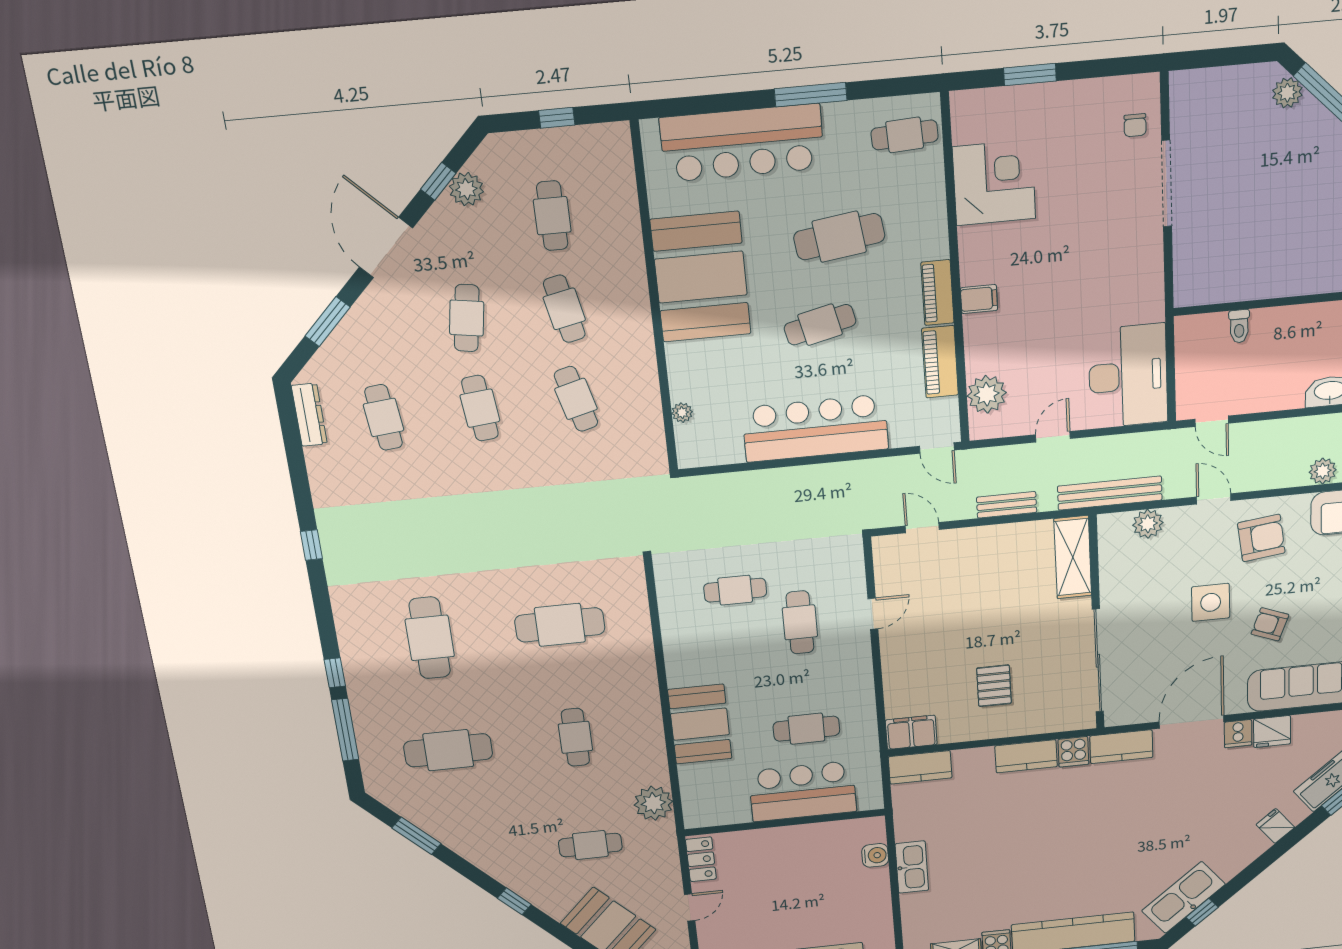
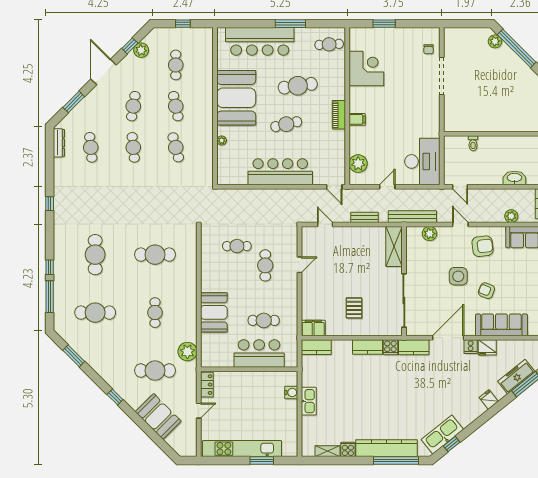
piano: (940, 362) -> (338, 146), removed
plant: (682, 413) -> (222, 140), moved
cafe table: (590, 845) -> (155, 371), width x1.37, depth x1.35

